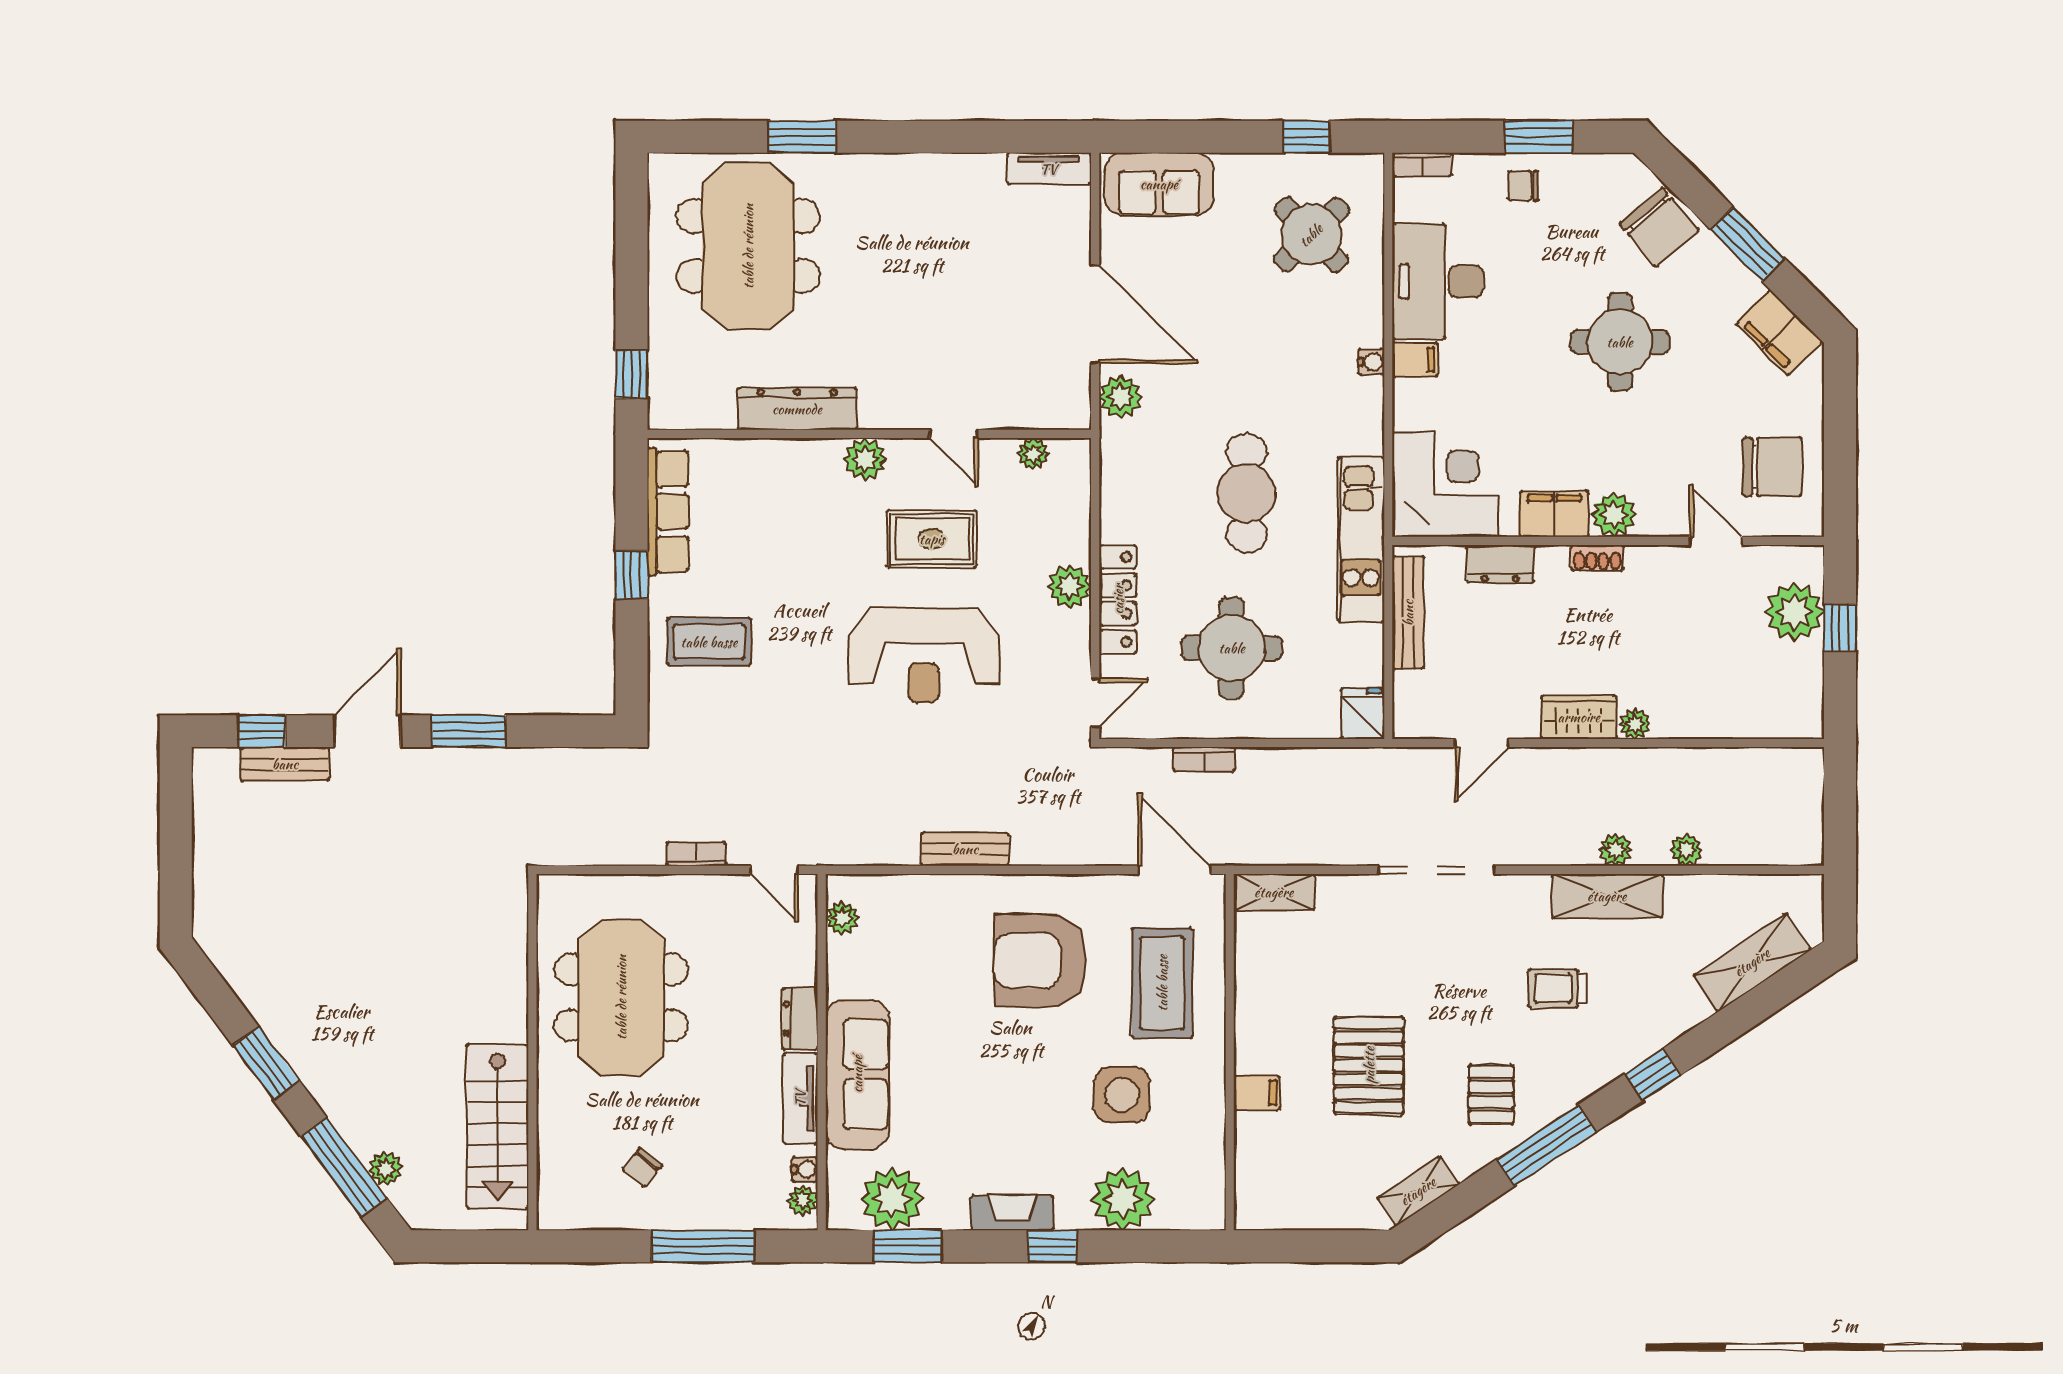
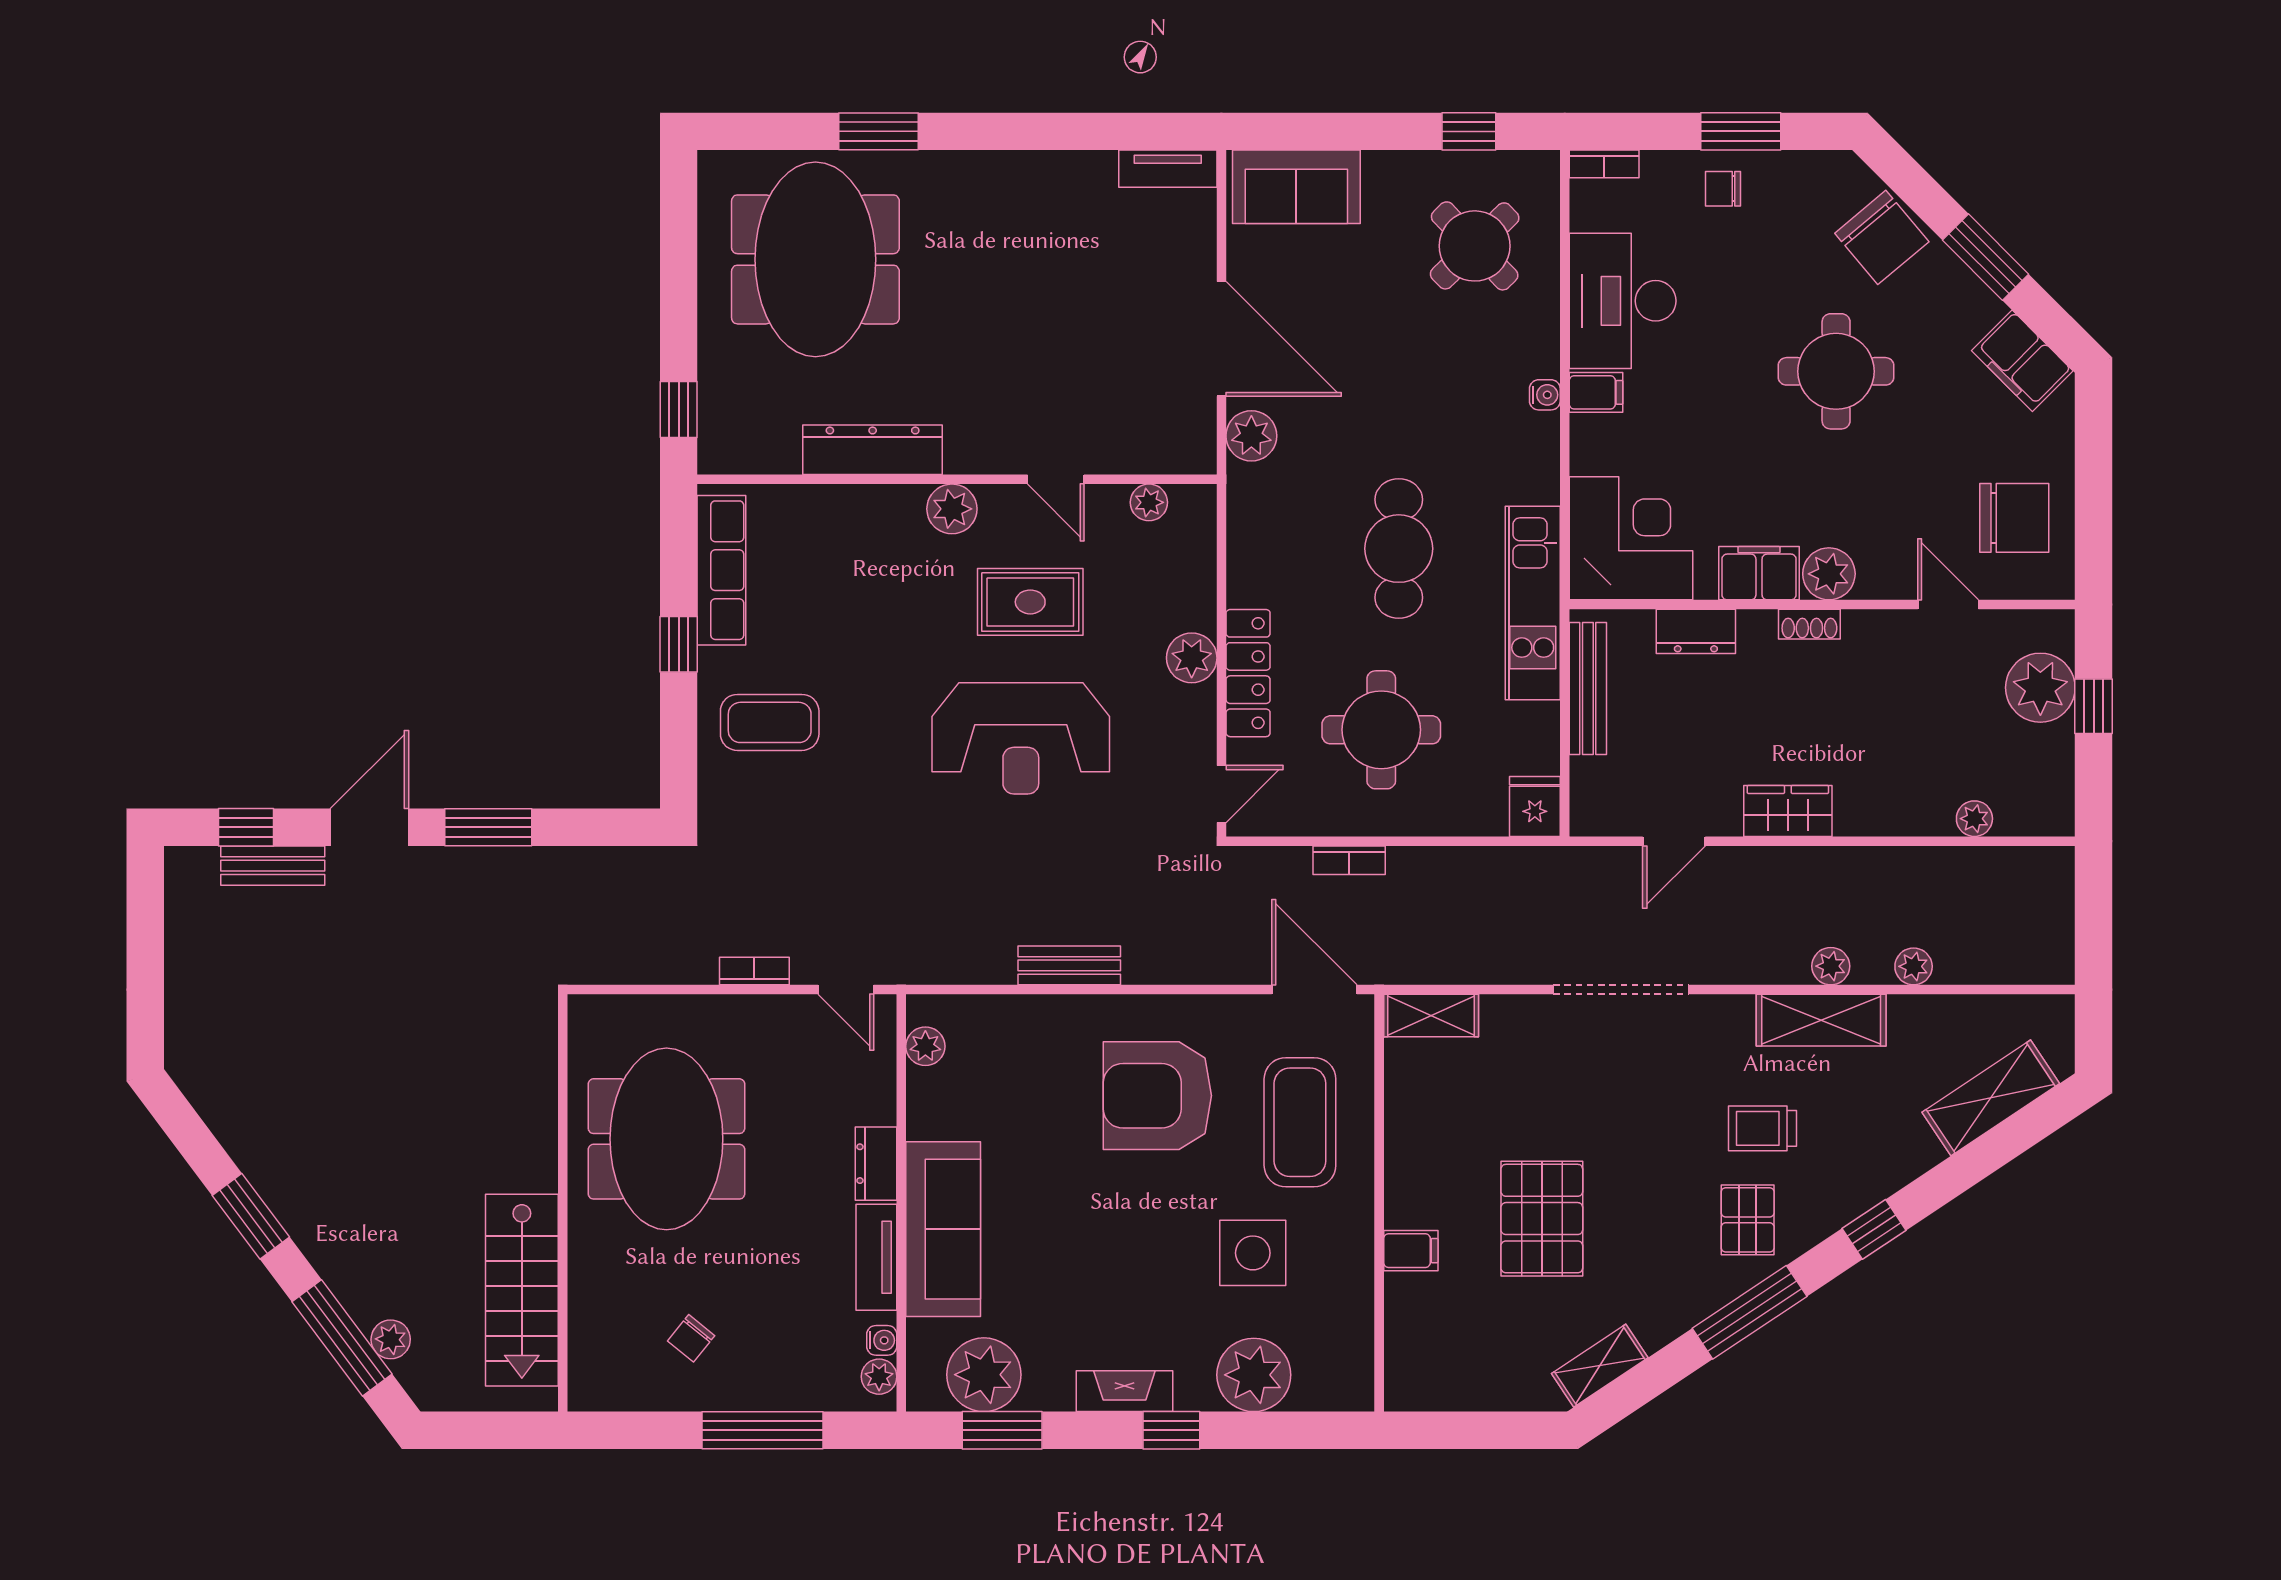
plant: (1635, 724) -> (1974, 819), moved
pallet: (1491, 1095) -> (1748, 1220), moved

